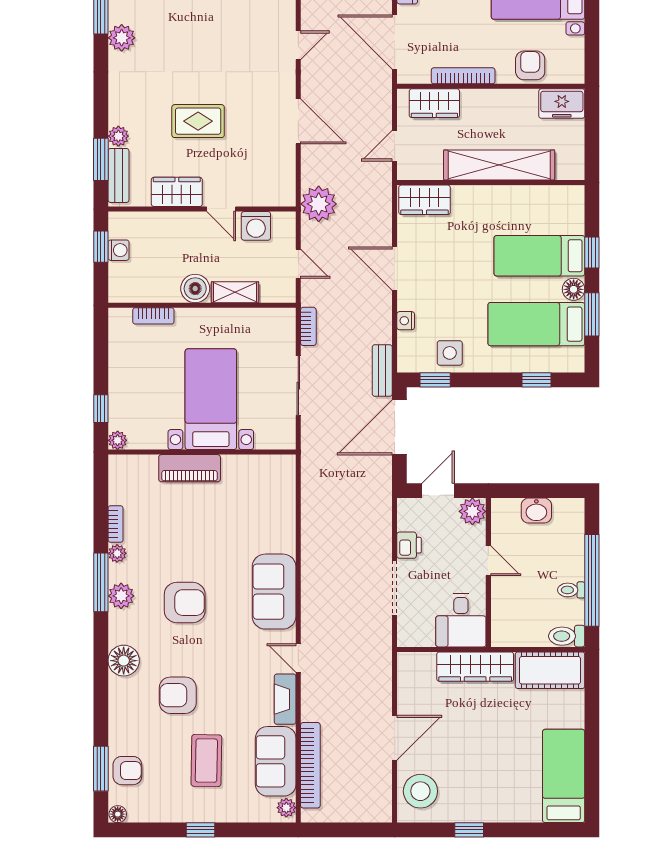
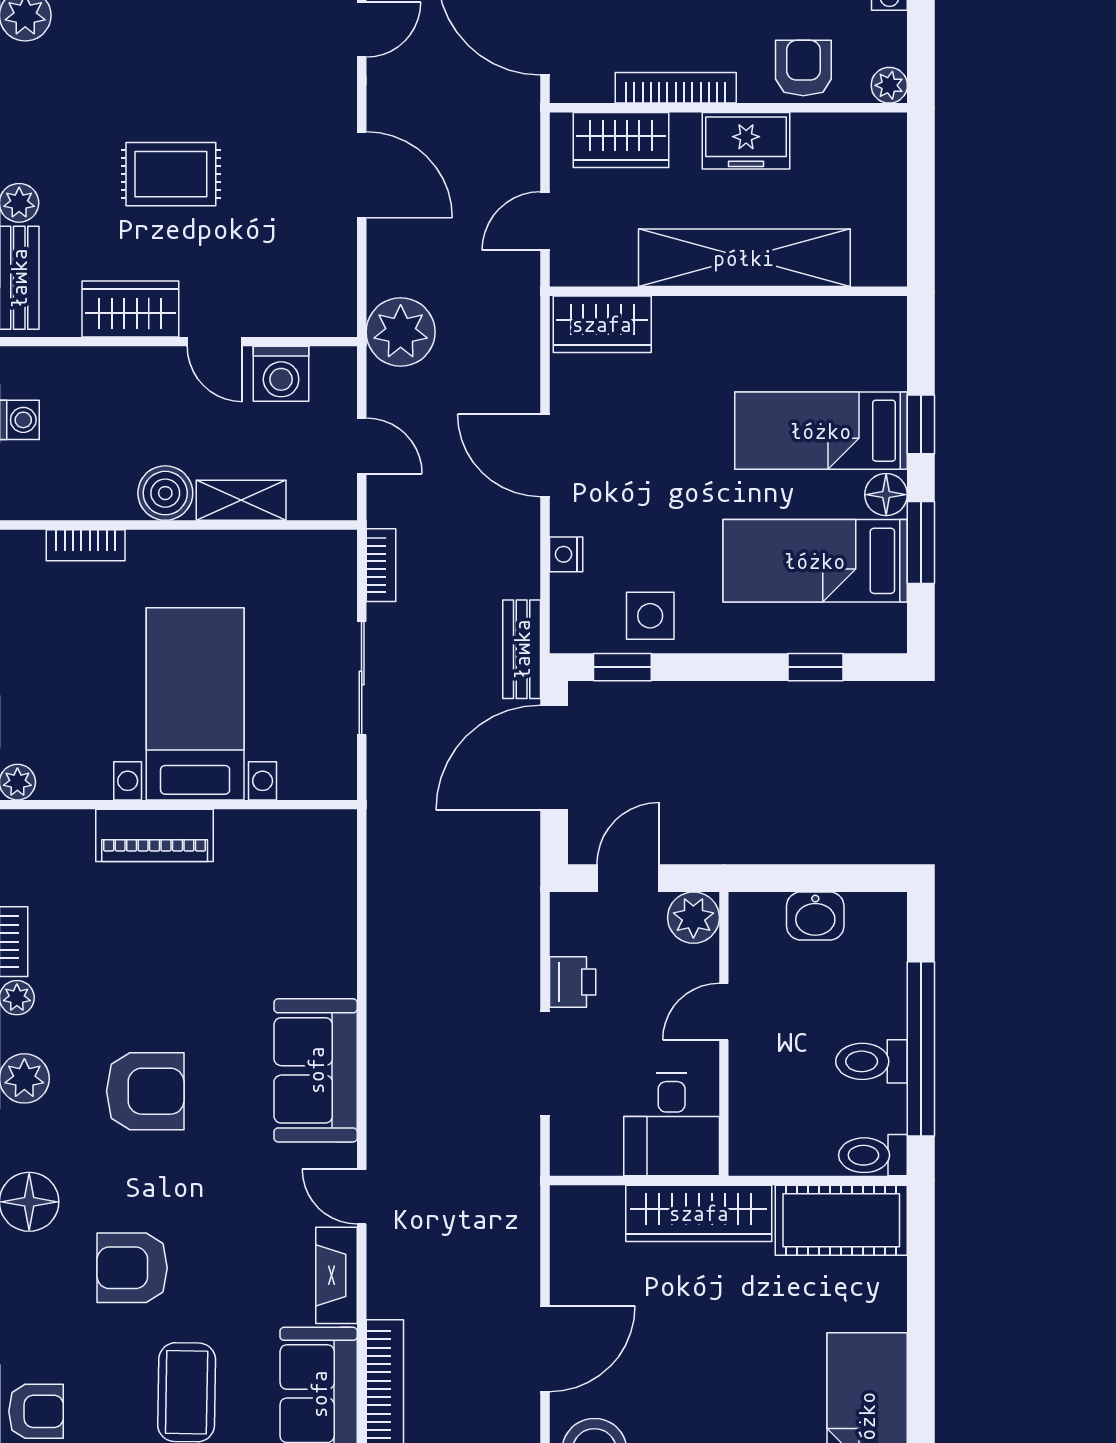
plant: (575, 74) -> (889, 85), added
freezer: (562, 104) -> (746, 141), moved
door: (488, 561) -> (724, 1012), swing flipped
toilet: (571, 590) -> (872, 1061), width x1.37, depth x1.39

